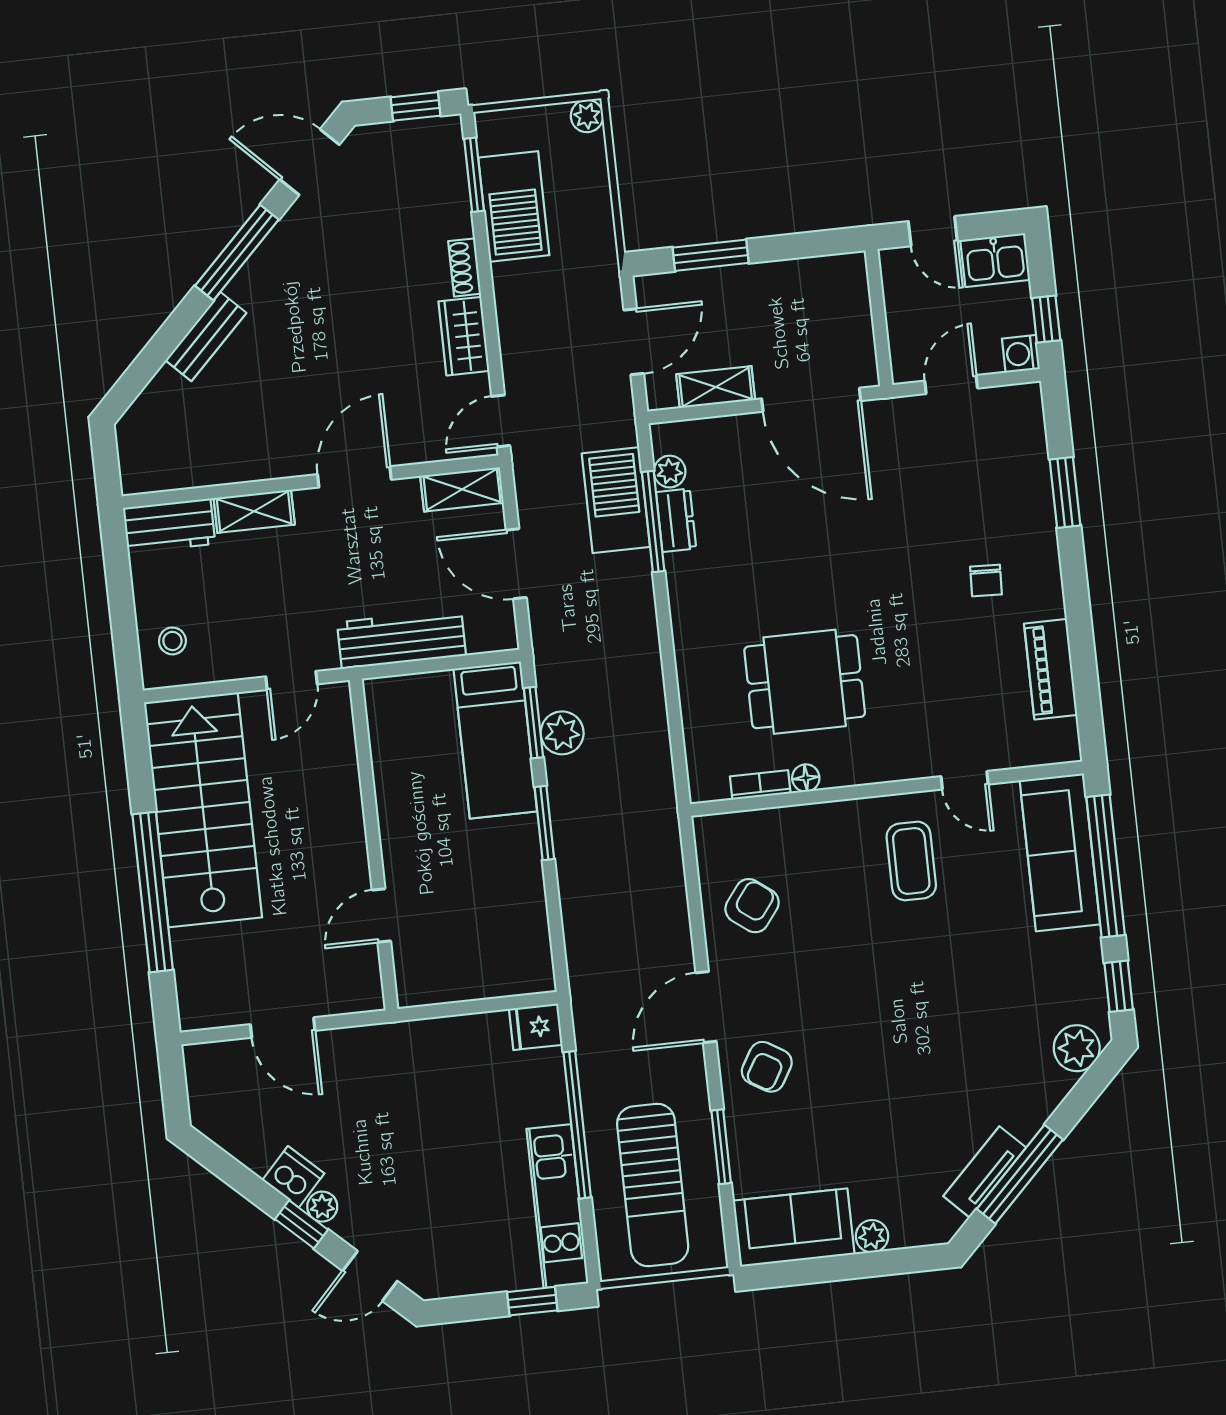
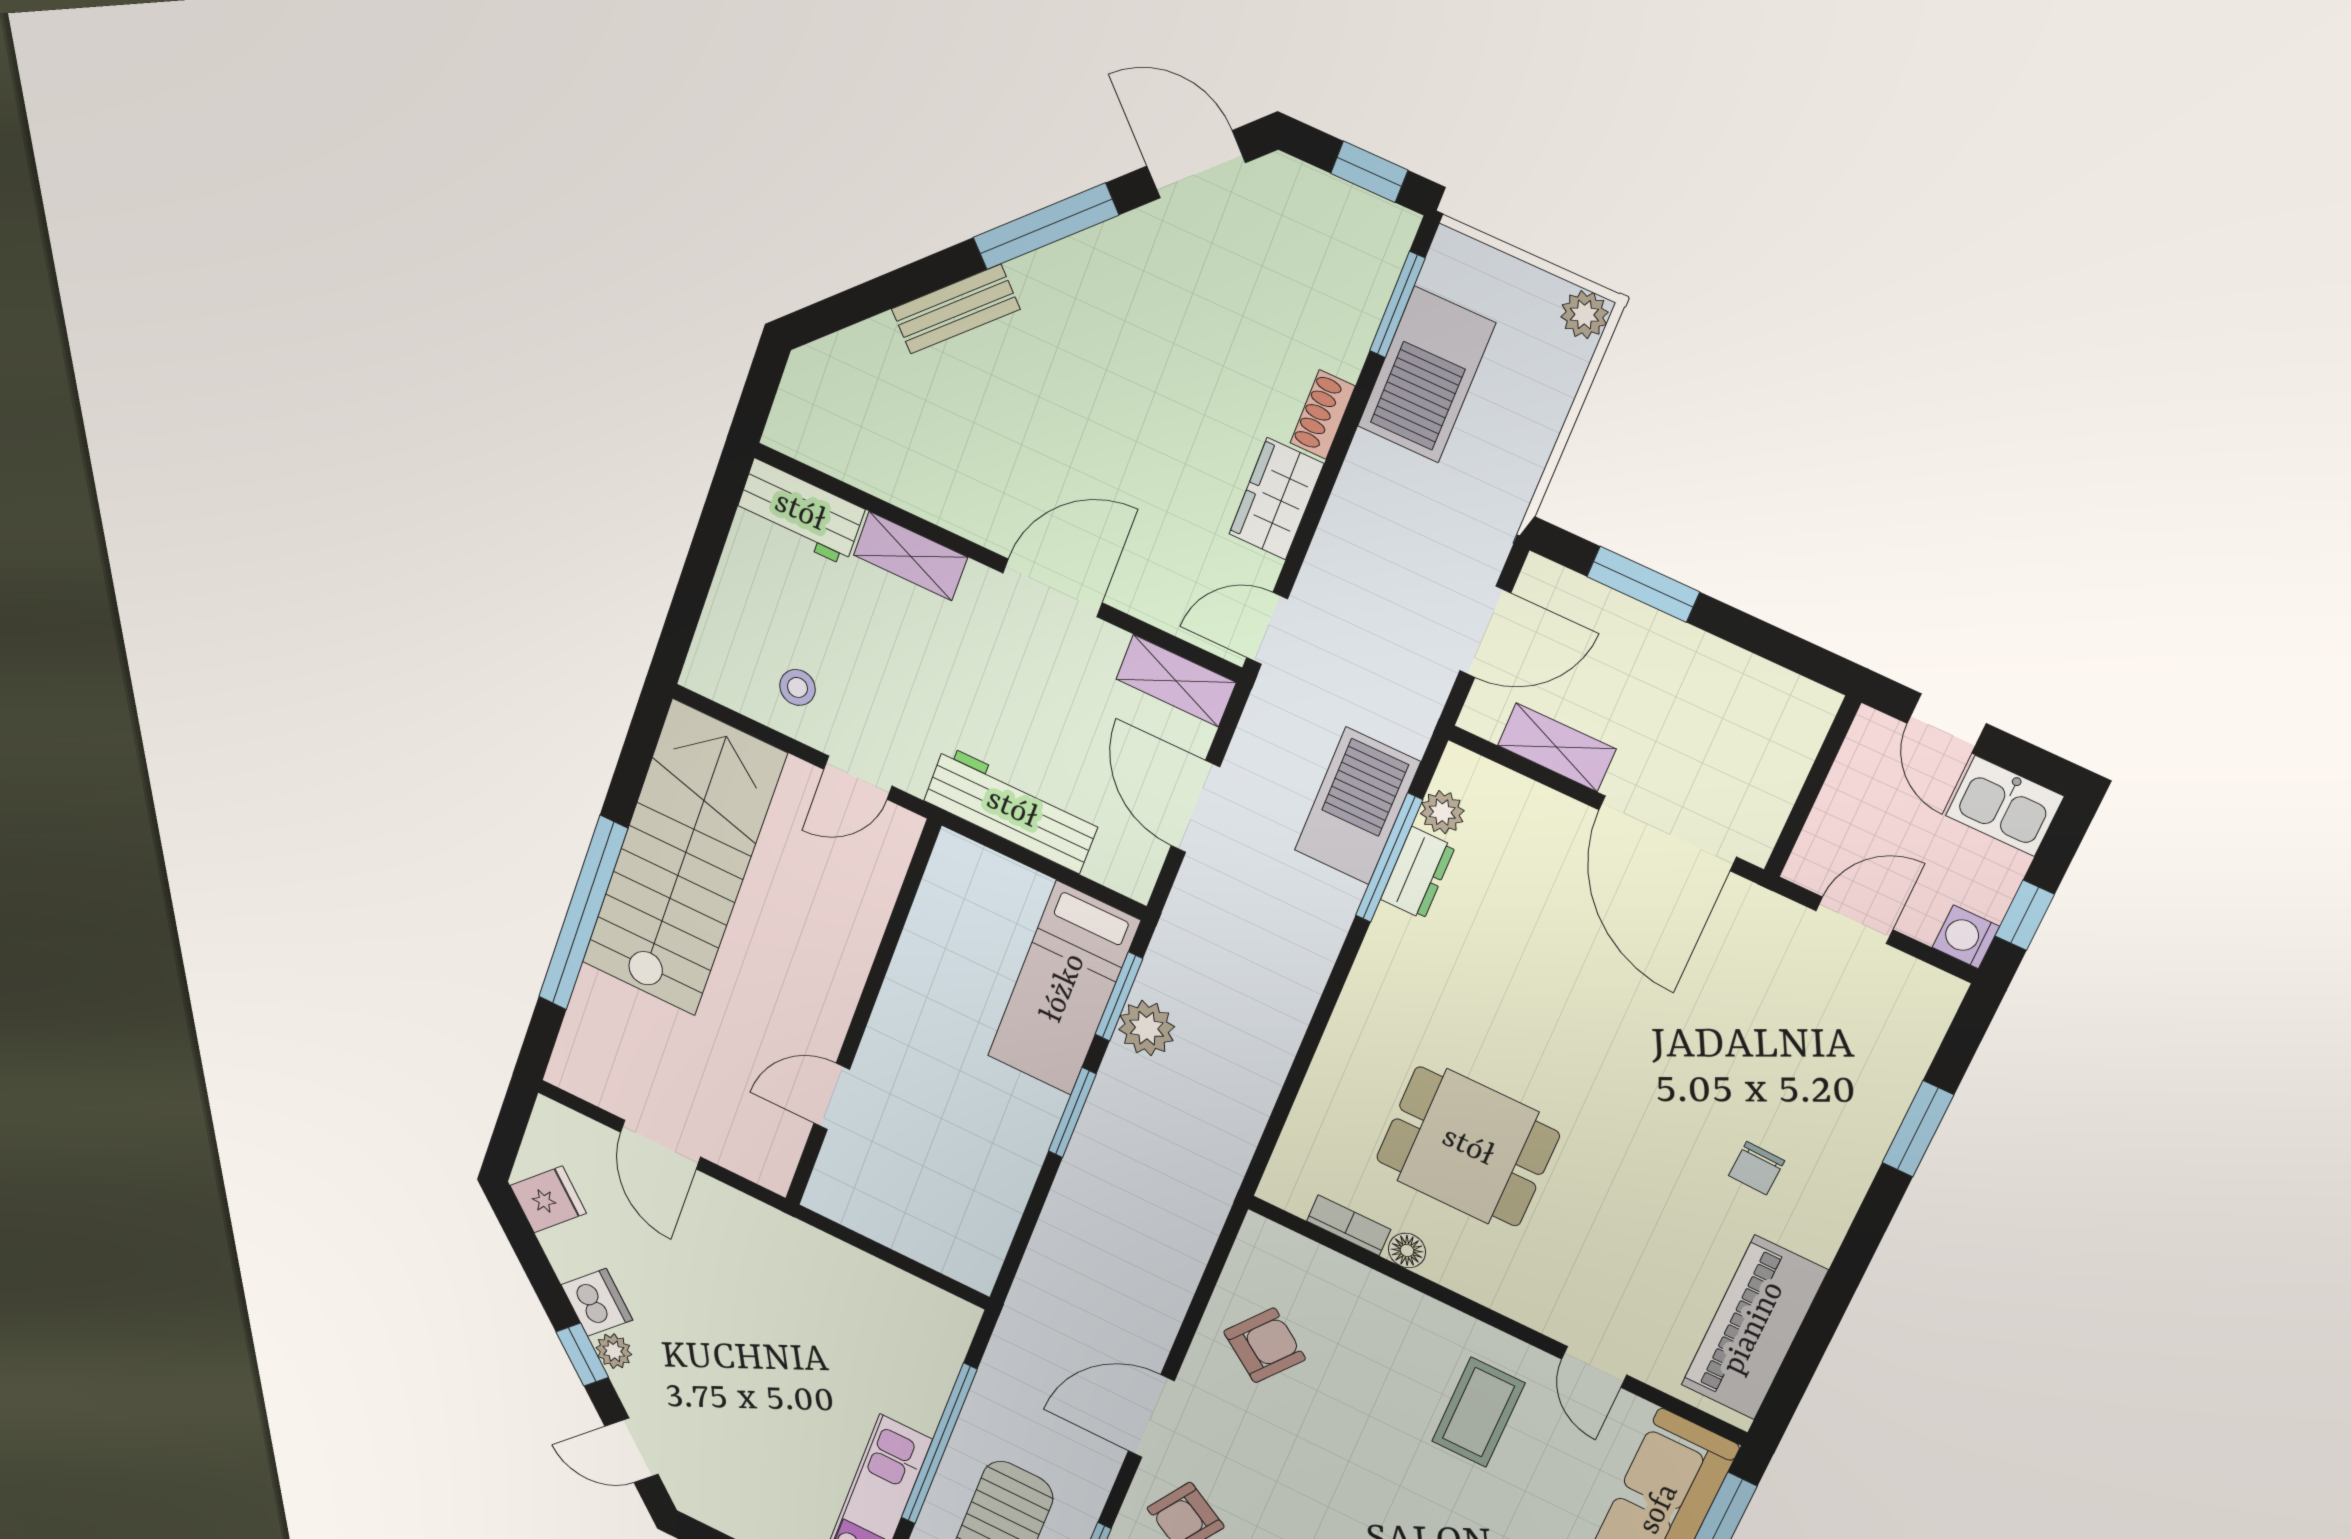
stool: (172, 641) -> (797, 687), moved
piano: (1051, 669) -> (1754, 1328), width x1.37, depth x1.33
fridge: (536, 1027) -> (548, 1199), moved, turned 133

